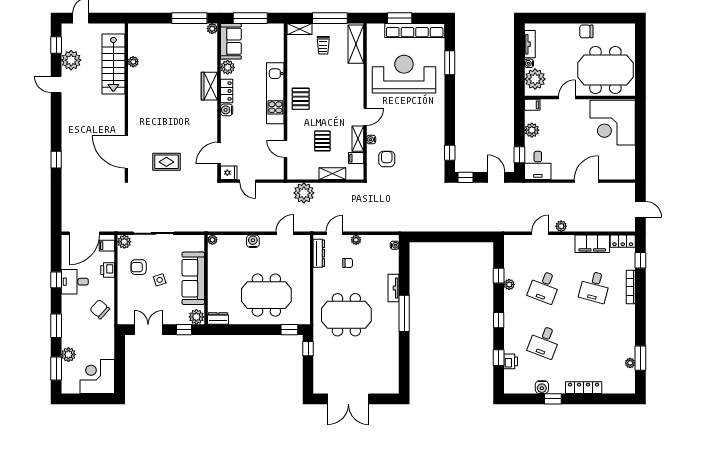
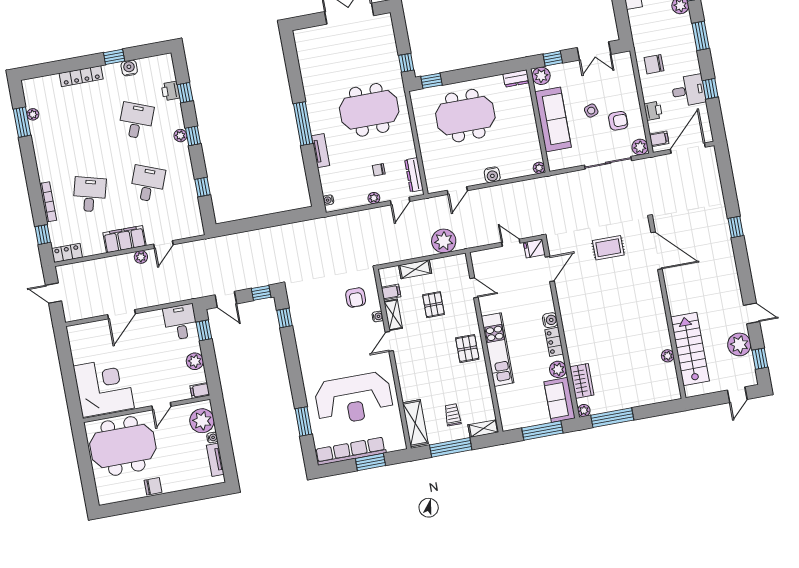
wardrobe: (209, 86) -> (582, 381), moved
filing cabinet: (592, 244) -> (125, 239), moved
plant: (509, 284) -> (180, 136), moved
chair: (100, 309) -> (654, 64), turned 138

